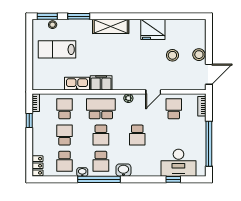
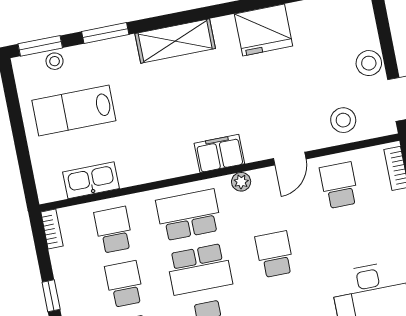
stool: (172, 55) -> (343, 120), moved
filing cabinet: (101, 83) -> (219, 153), moved
kitchen sink: (77, 84) -> (91, 180), moved
window: (29, 120) -> (51, 296), moved
school desk: (101, 135) -> (199, 269), width x1.85
school desk: (137, 135) -> (275, 254), turned 180

